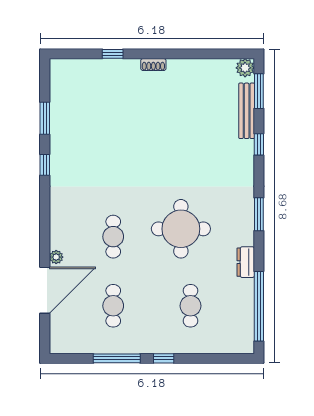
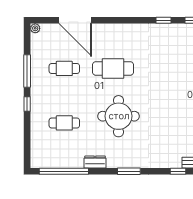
cafe table: (113, 237) -> (113, 68), width x1.37, depth x1.35
plant: (56, 257) -> (35, 28), moved

